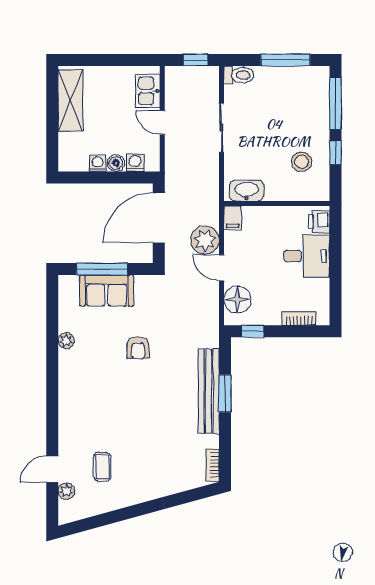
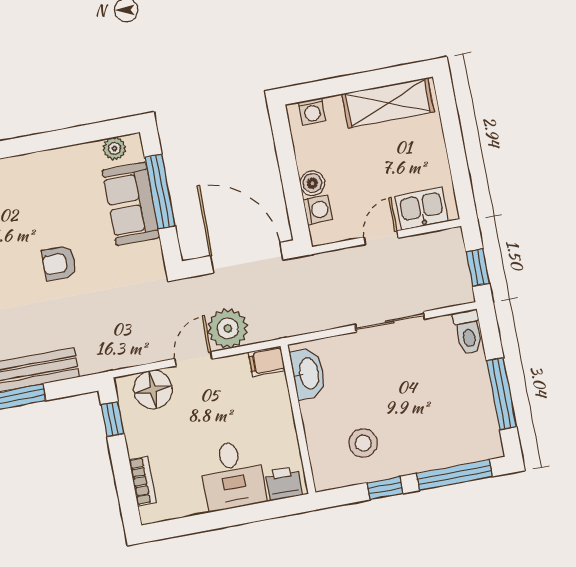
washing machine: (97, 163) -> (312, 111), moved, turned 90
plant: (66, 341) -> (114, 148), moved

